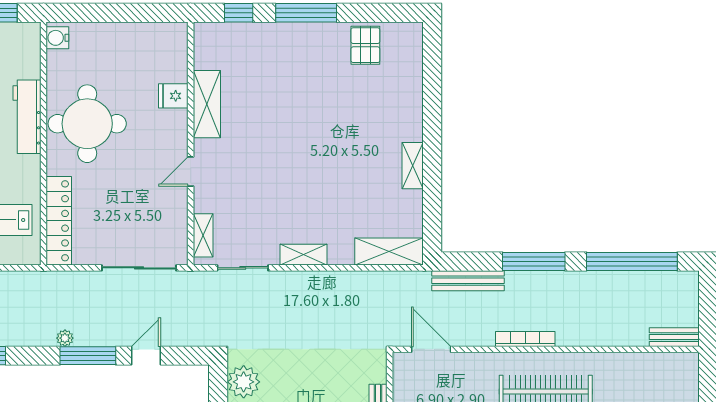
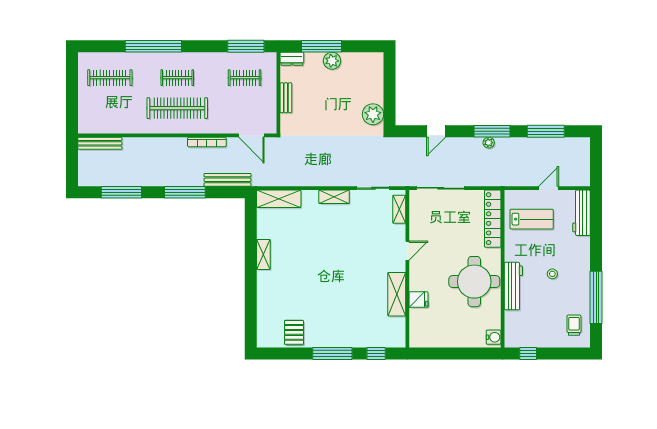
window: (632, 262) -> (121, 192), width x0.68
bench: (674, 337) -> (100, 143), width x1.36
bookcase: (525, 339) -> (207, 142), moved
window: (88, 356) -> (492, 131), moved

